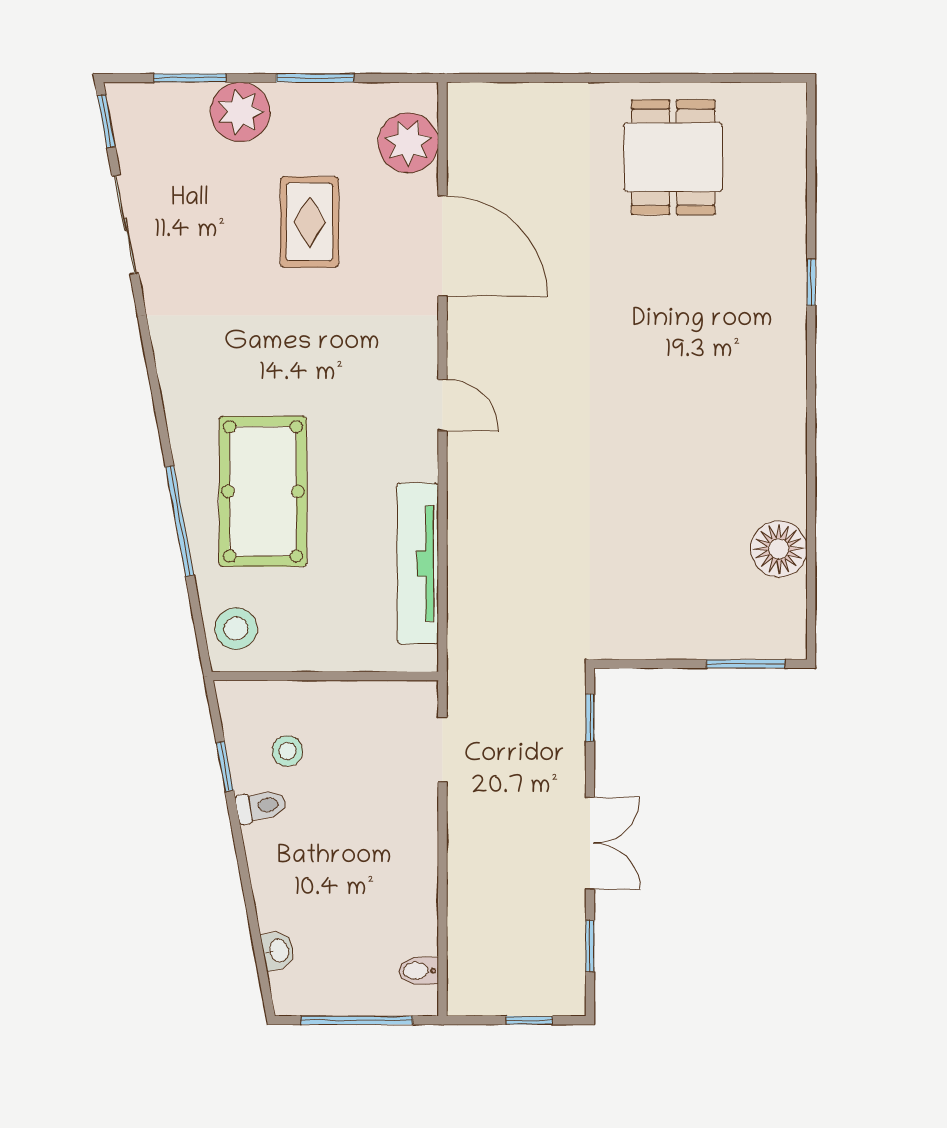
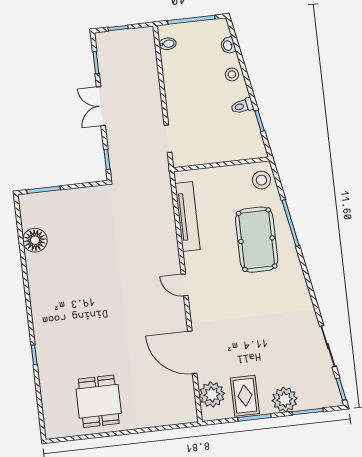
rug: (309, 222) -> (245, 396), moved
stool: (287, 751) -> (232, 74), moved

